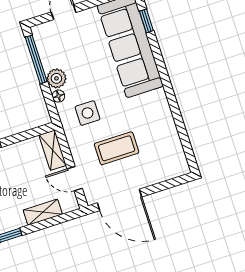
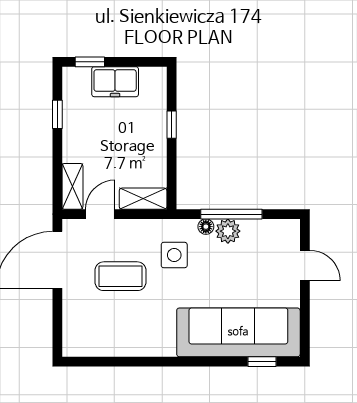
window: (36, 59) -> (231, 214), moved
coffee table: (117, 148) -> (120, 276), turned 90
shelving: (43, 212) -> (72, 186), moved

